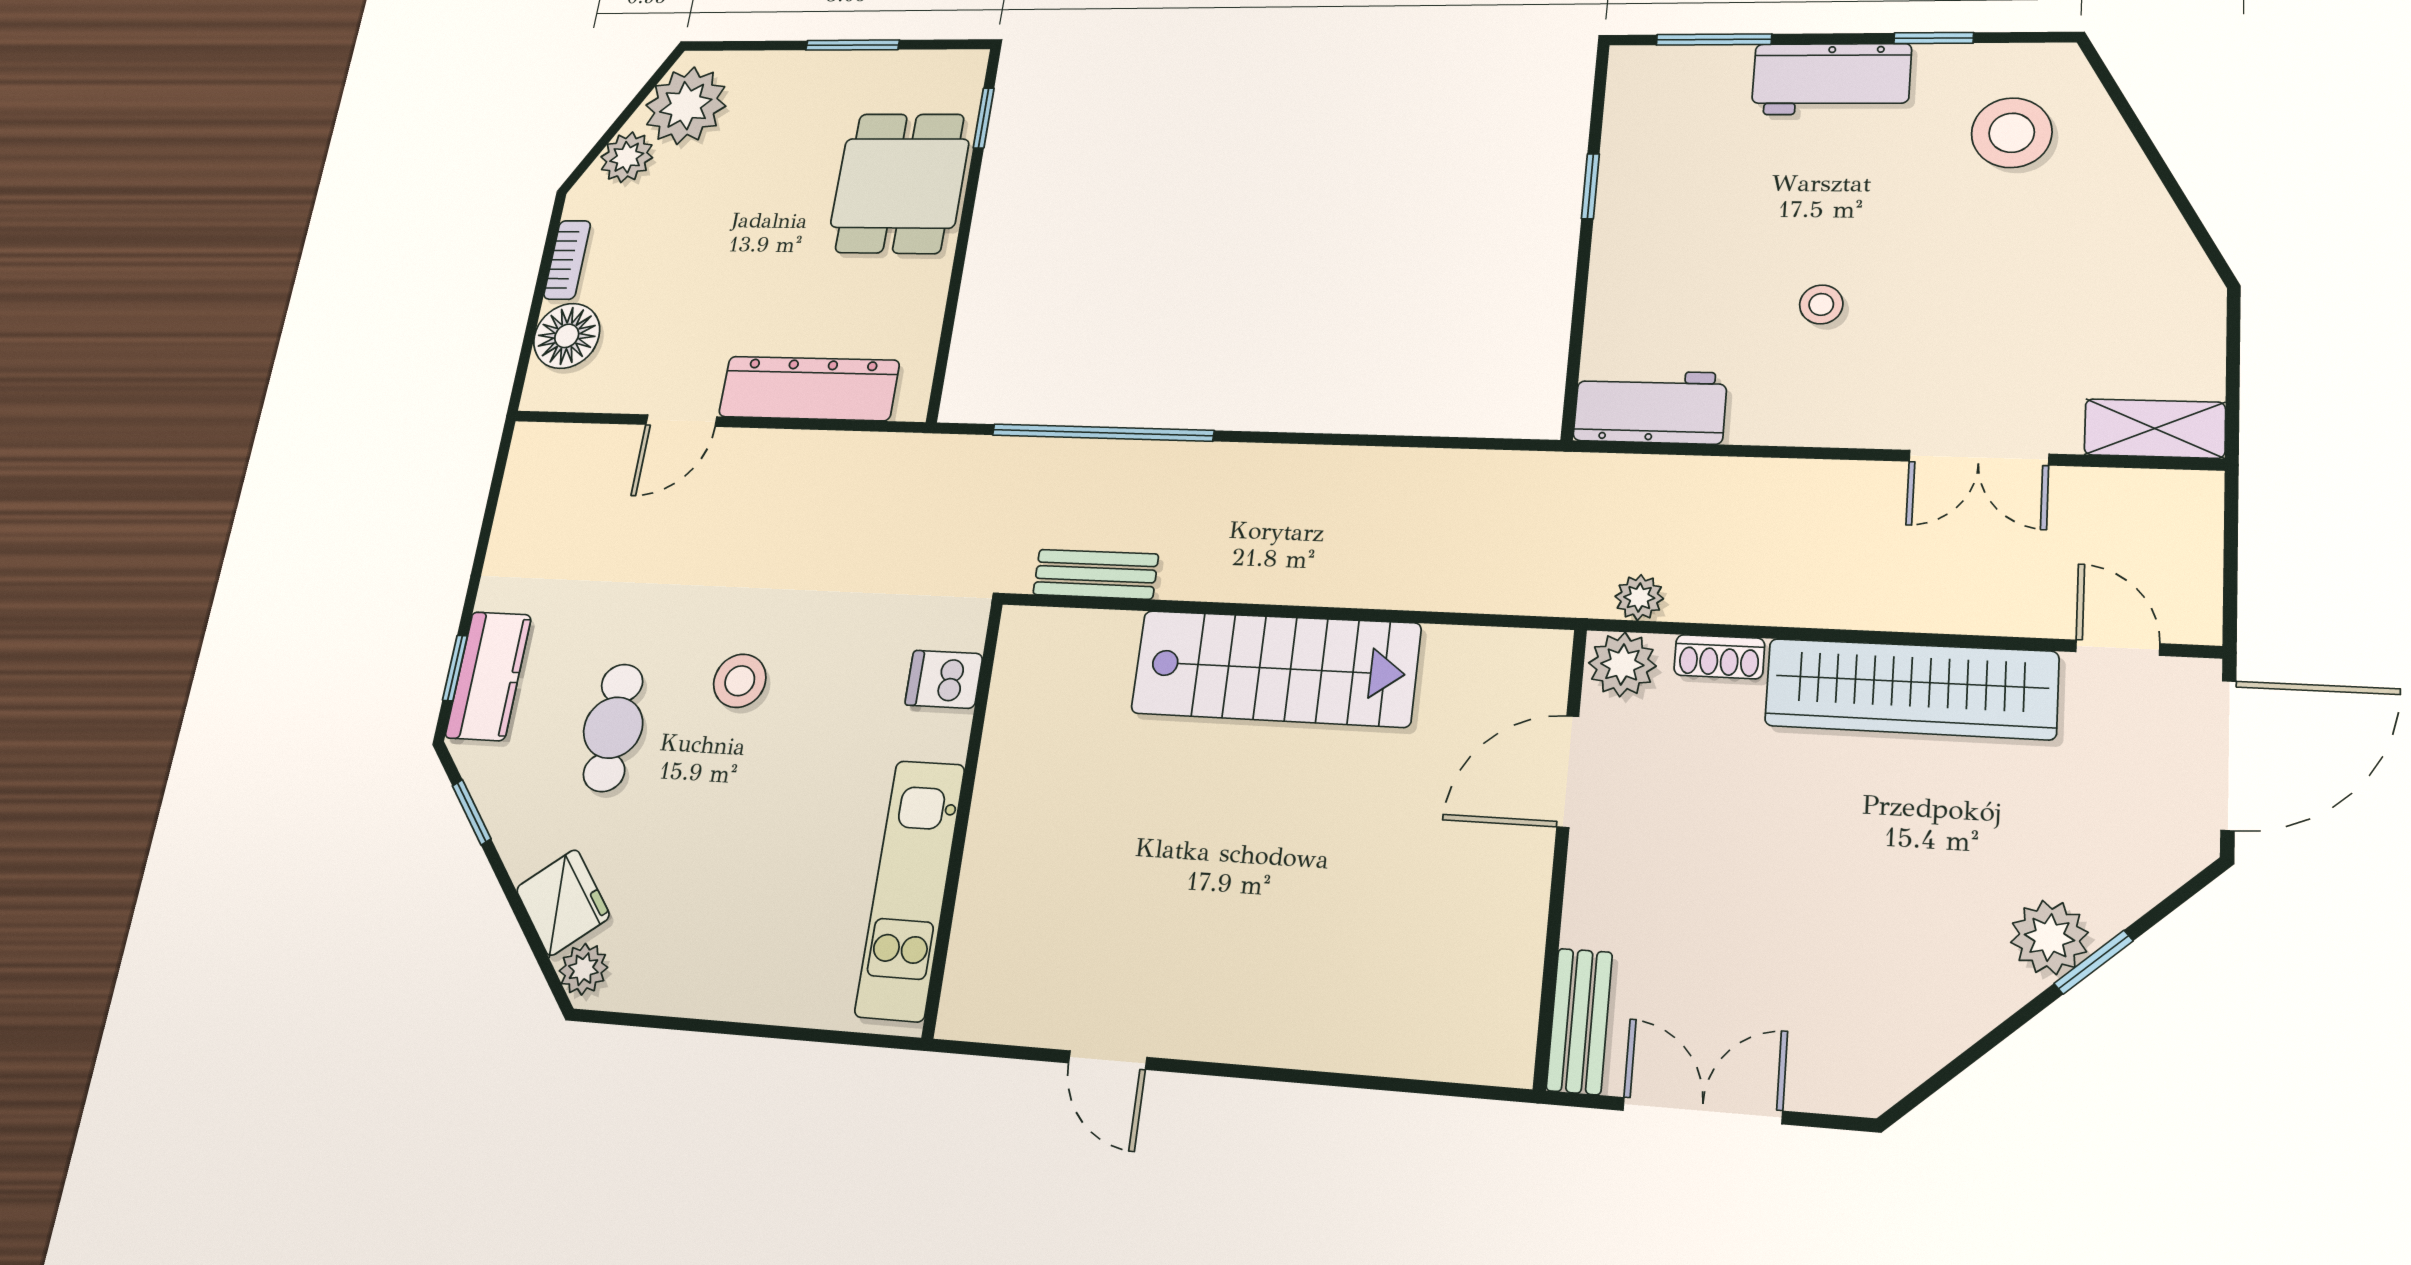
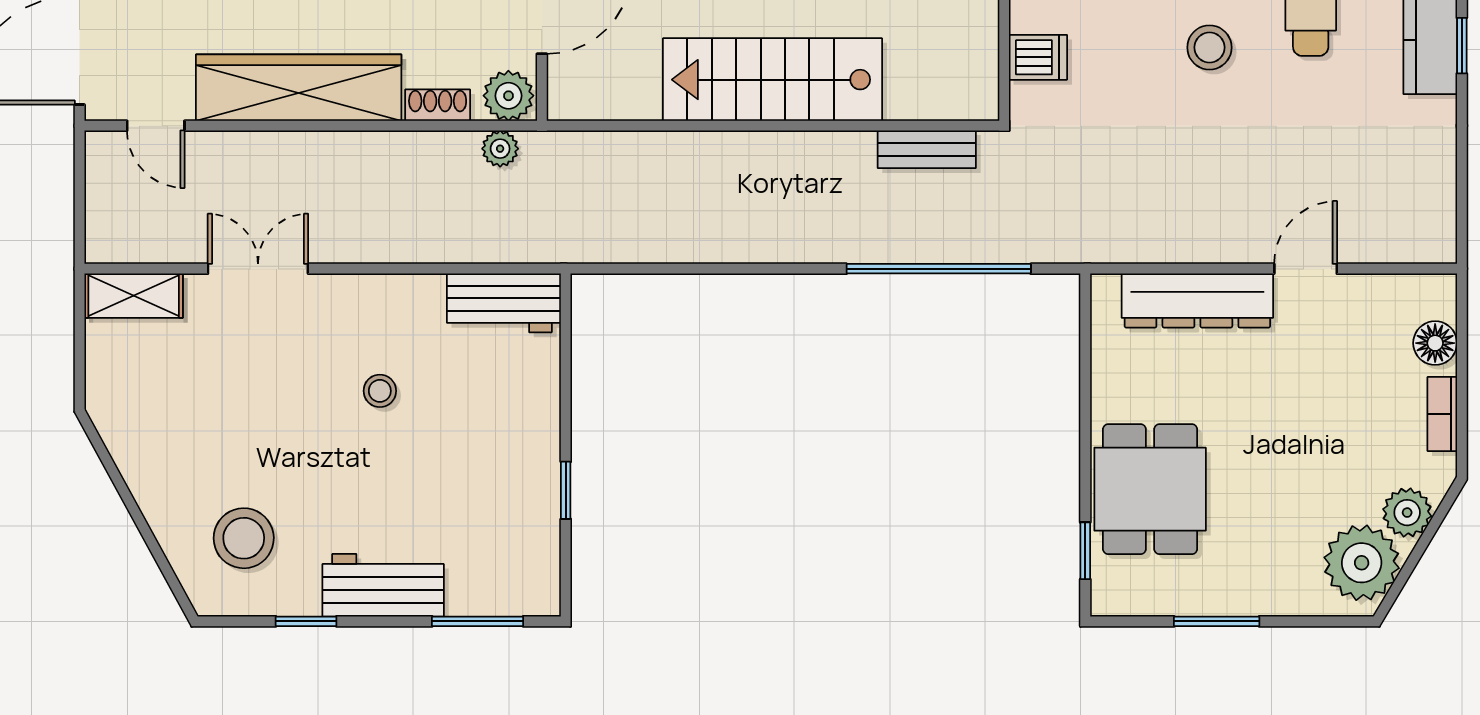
floor lamp: (567, 336) -> (1435, 343), width x0.73, depth x0.73

